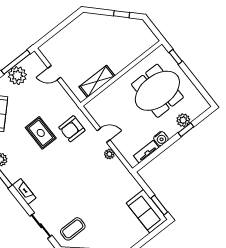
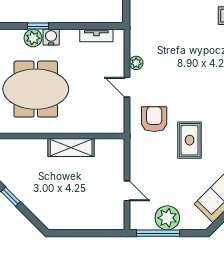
shelving: (97, 81) -> (71, 148), moved
armchair: (72, 129) -> (154, 119), turned -90
water cooler: (161, 139) -> (51, 37), moved

